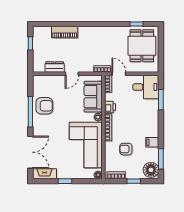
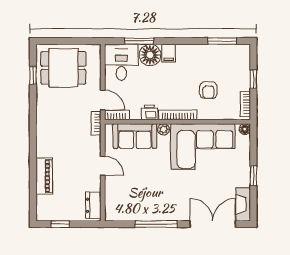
dresser: (55, 67) -> (93, 205), moved
door: (119, 74) -> (103, 100), swing flipped
armchair: (44, 106) -> (148, 205), removed
filing cabinet: (152, 142) -> (169, 53), moved
floor lamp: (151, 170) -> (150, 55), moved

